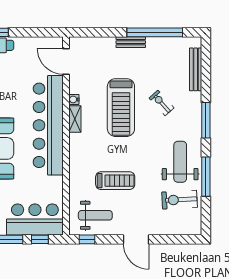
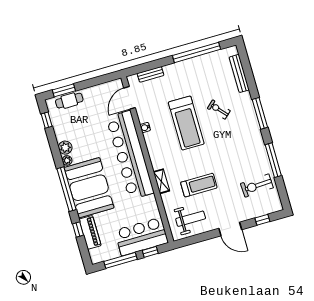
bench: (131, 42) -> (150, 74), moved
door: (66, 62) -> (130, 98), hinge flipped
shelving: (75, 119) -> (161, 181), moved
weight bench: (180, 162) -> (248, 154), removed
window: (87, 239) -> (262, 220), moved

